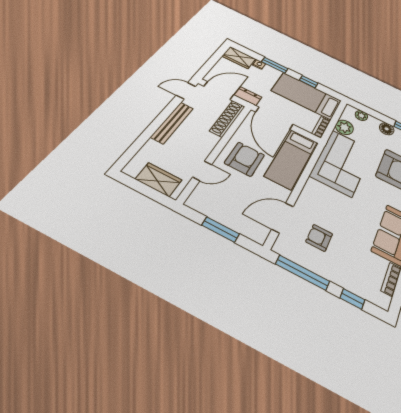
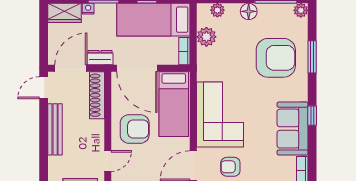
armchair: (245, 159) -> (135, 129), turned 90
corner sofa: (342, 162) -> (220, 114), moved

